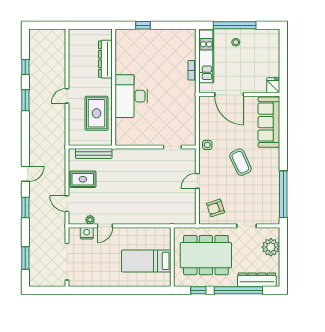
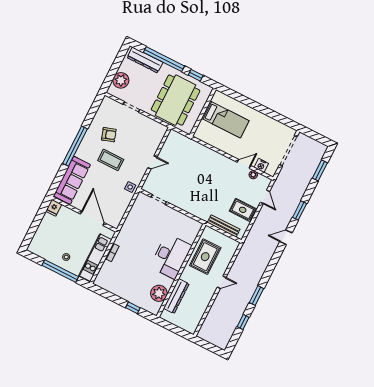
plant: (124, 53) -> (159, 293), added
coffee table: (240, 162) -> (111, 160), turned -65
window: (283, 194) -> (75, 146), moved
armchair: (216, 208) -> (109, 135), moved
dining table: (206, 255) -> (176, 100), turned 90

